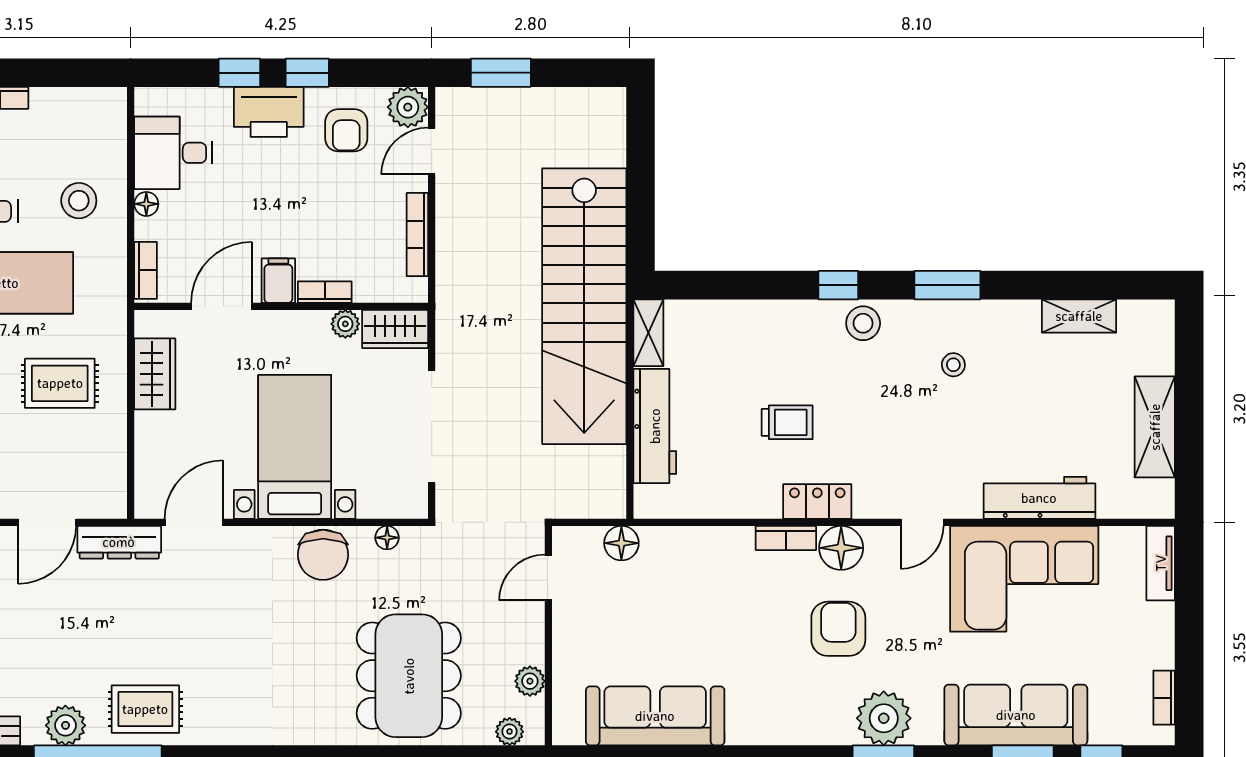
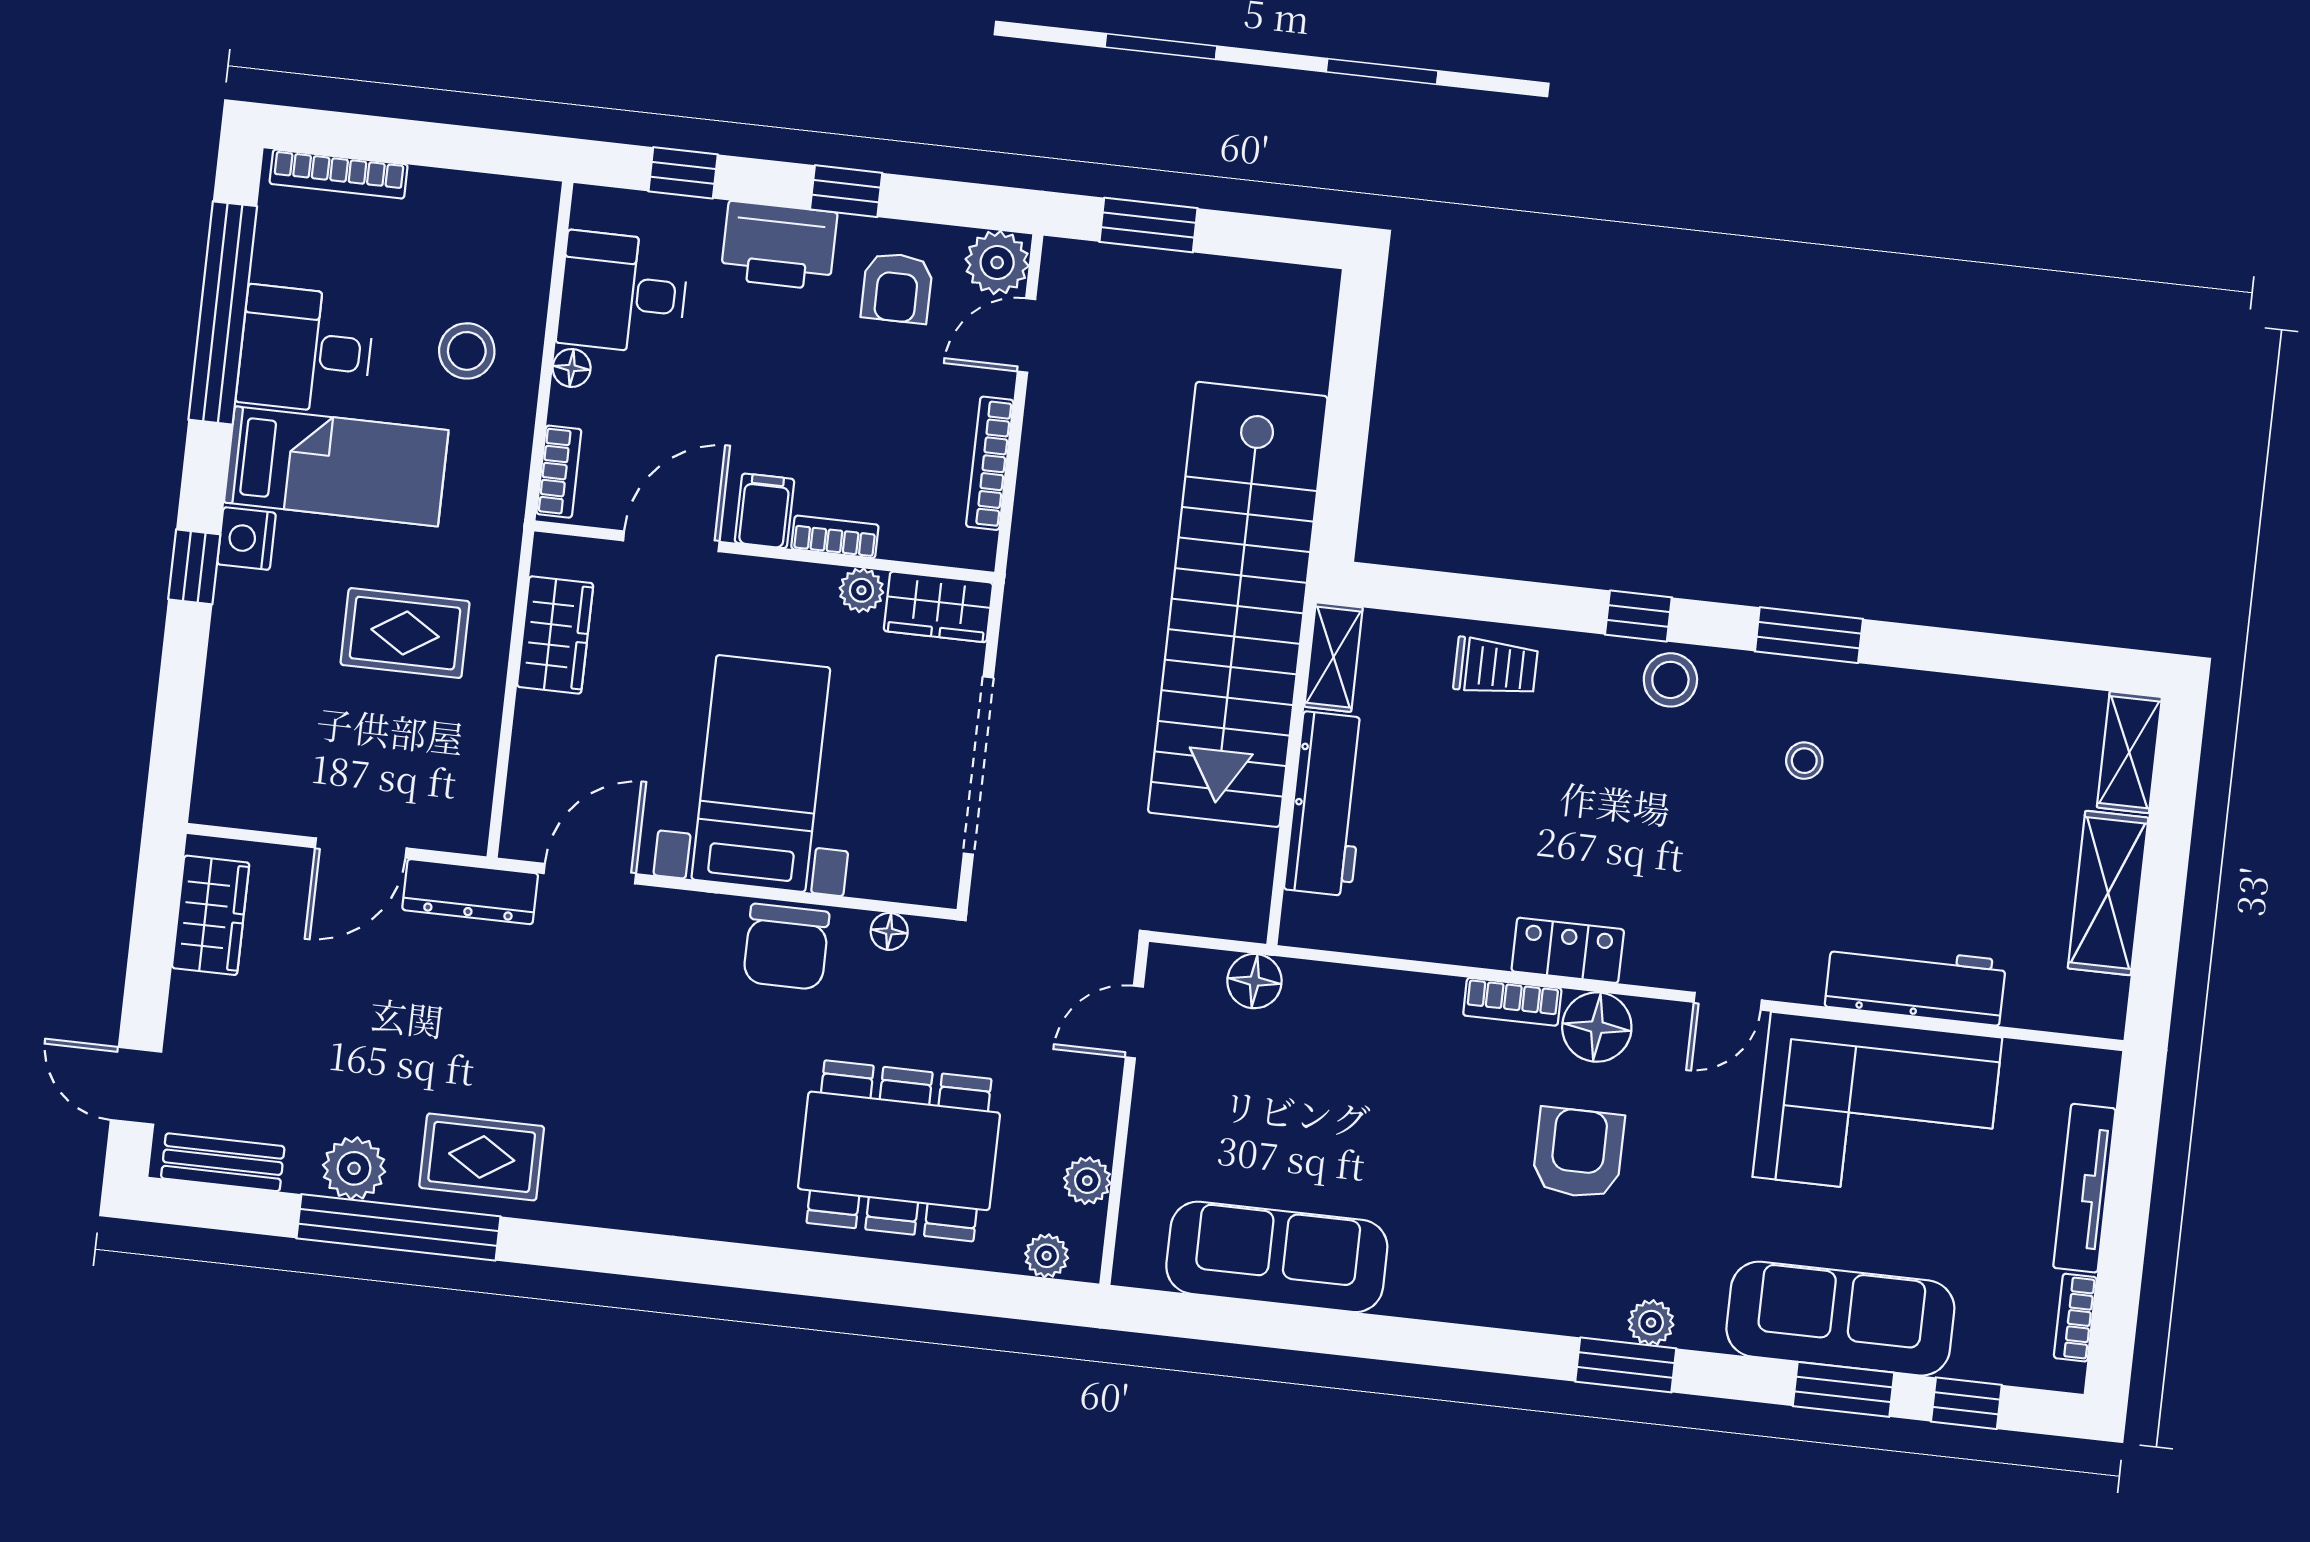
window: (239, 73) -> (683, 173), moved
shelving: (1079, 316) -> (2129, 752), moved, turned 90
trolley: (787, 422) -> (1496, 667), moved
tv unit: (1161, 563) -> (2084, 1188), moved, width x1.41
dining table: (409, 676) -> (899, 1151), turned 90
plant: (884, 718) -> (1651, 1323), width x0.53, depth x0.53

